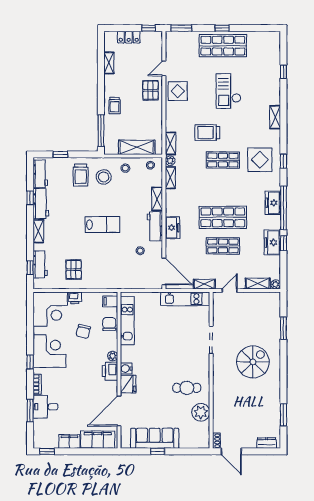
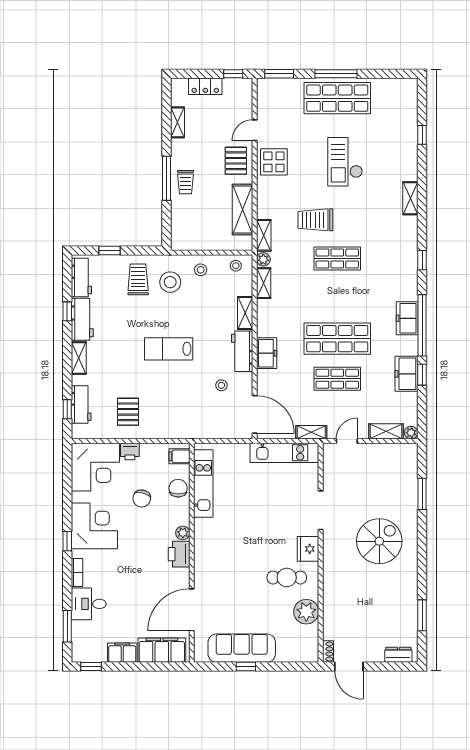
window: (222, 28) -> (336, 74), width x2.17
window: (101, 130) -> (166, 178), moved
shelving: (137, 147) -> (242, 209), moved, turned 90
display table: (260, 160) -> (389, 258), removed
trolley: (81, 175) -> (138, 279), turned 180
lab bench: (102, 225) -> (169, 349), turned 180
water cooler: (126, 369) -> (202, 550), removed
fridge: (128, 384) -> (308, 549), moved, turned 180
window: (30, 411) -> (67, 626), moved

